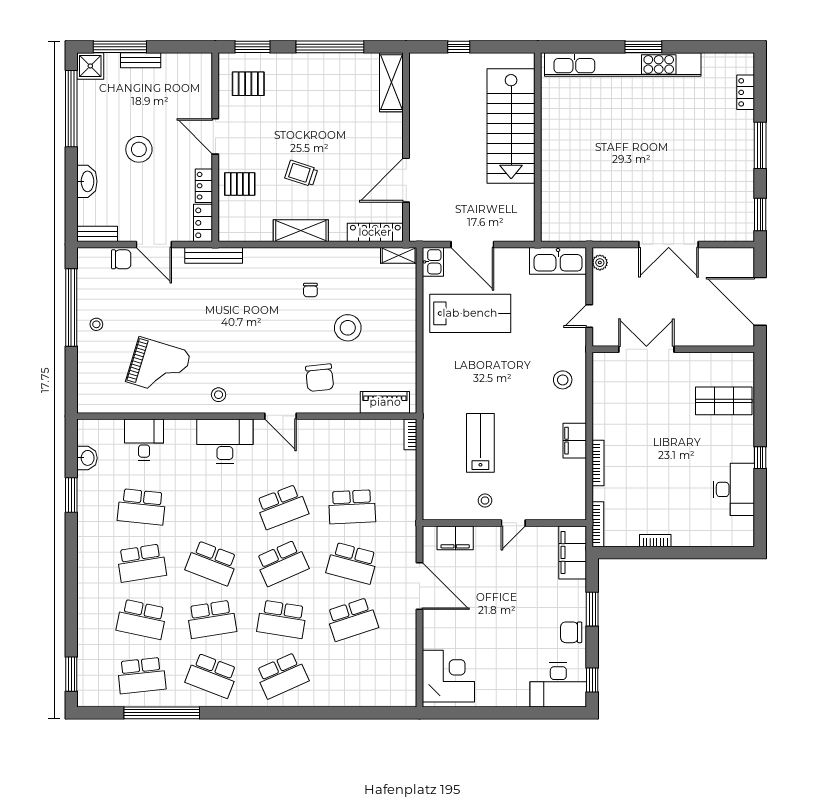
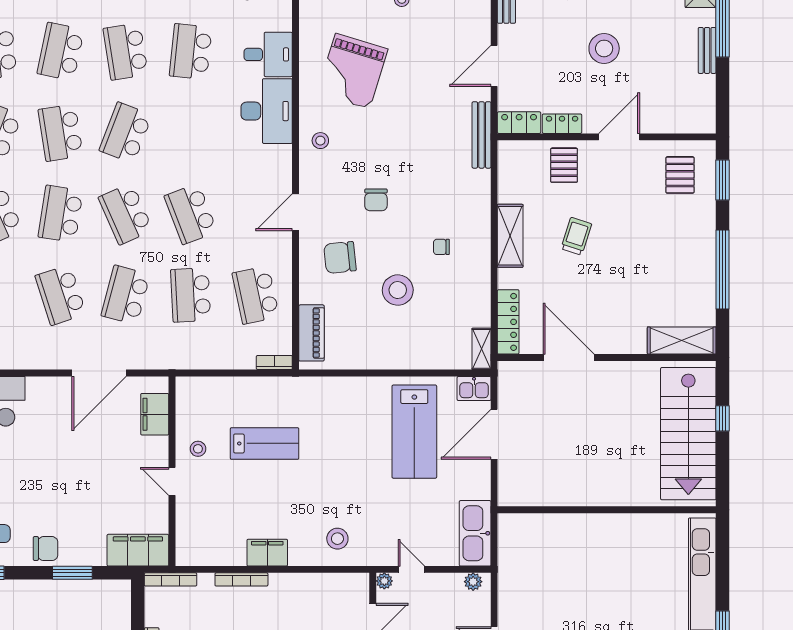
stairs: (511, 126) -> (688, 434), moved, turned -90
chair: (121, 259) -> (376, 200), moved
plant: (599, 339) -> (384, 581), added
desk: (225, 441) -> (267, 111), moved
school desk: (352, 451) -> (256, 295), added
chair: (571, 632) -> (46, 549), turned 90

